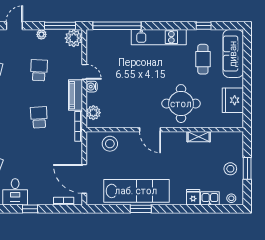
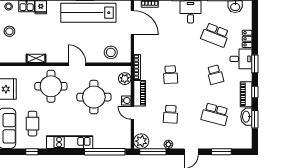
round table: (130, 91) -> (94, 97), added

